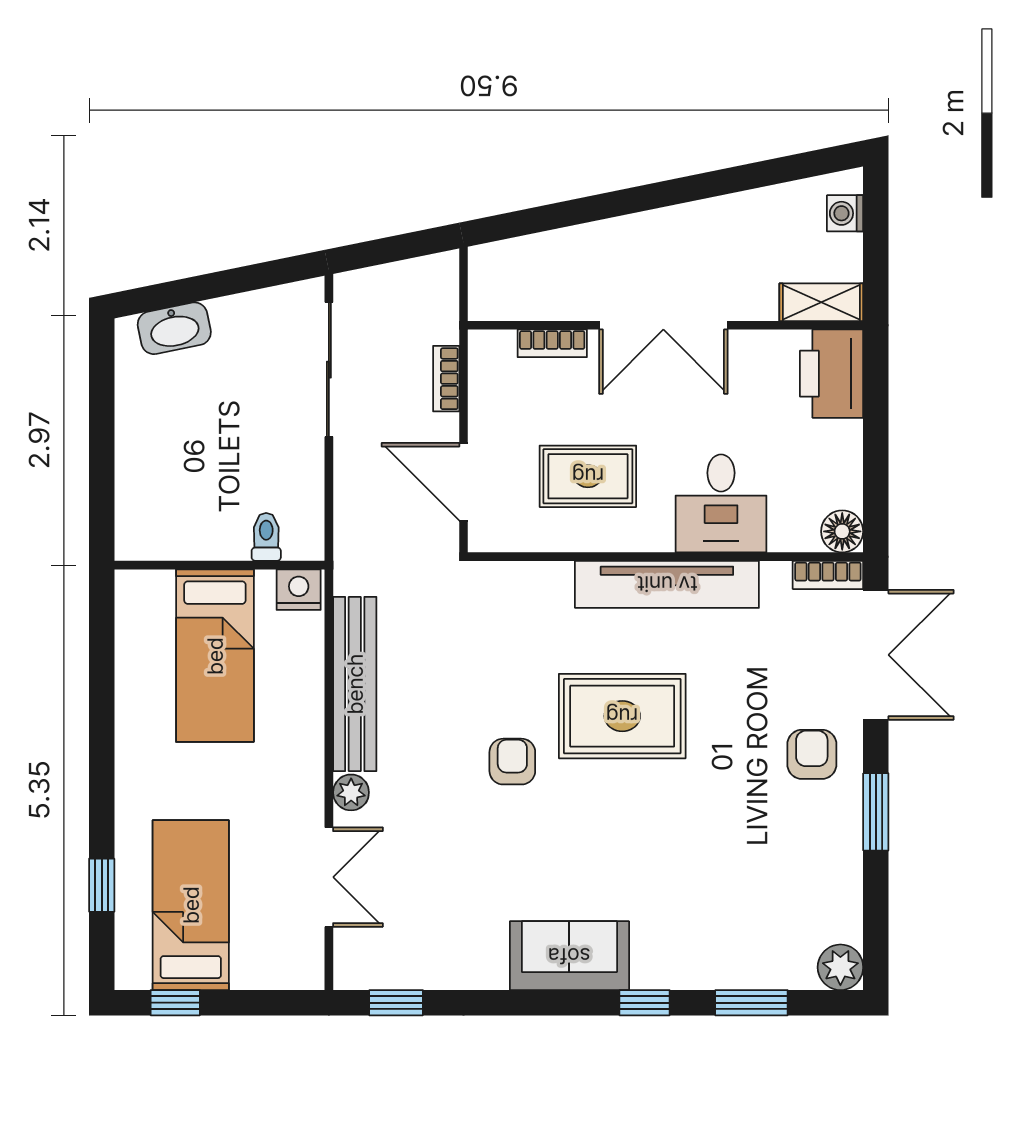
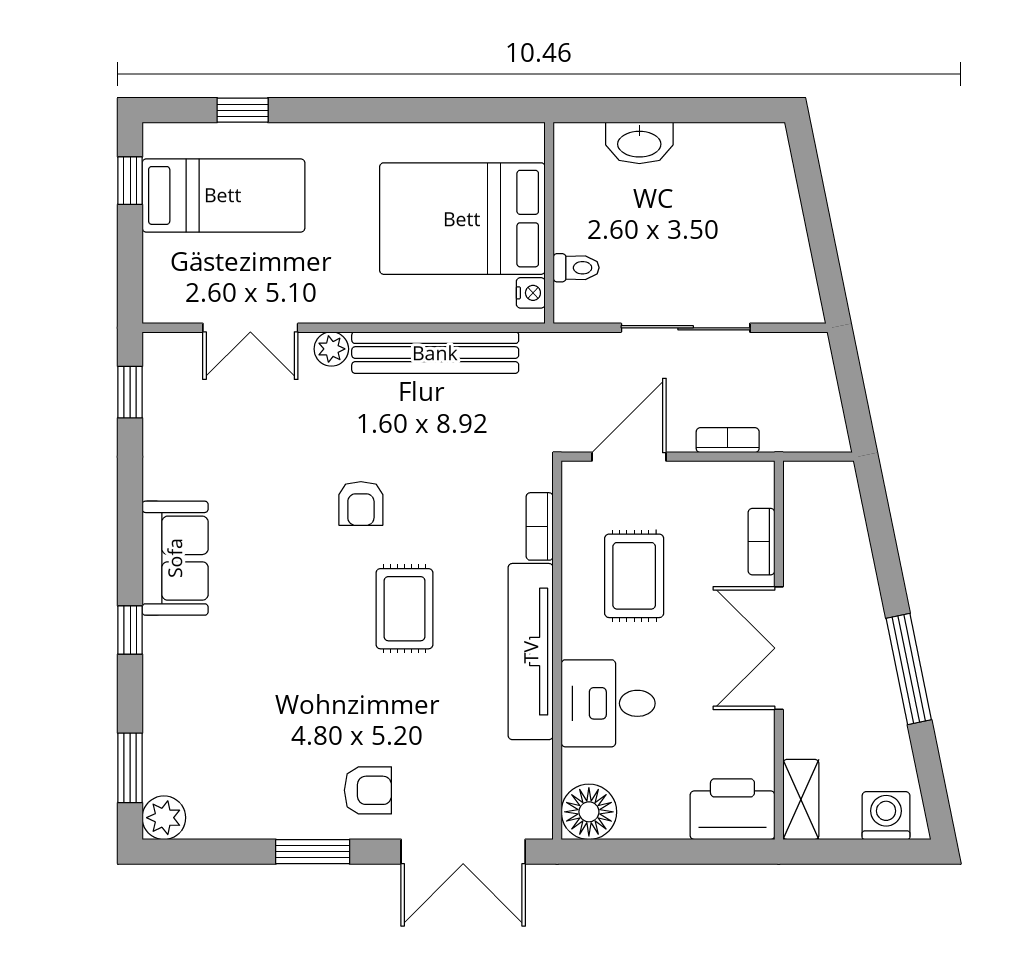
window: (685, 190) -> (909, 669), added
washing machine: (845, 213) -> (886, 816), width x1.38, depth x1.38
washbasin: (174, 328) -> (639, 143), moved, turned -79
sliding door: (329, 370) -> (686, 328), moved
floor lamp: (842, 531) -> (589, 812), width x1.38, depth x1.38
bookcase: (828, 575) -> (540, 526), moved
nightstand: (299, 590) -> (531, 293), width x0.72, depth x0.74
bed: (215, 656) -> (462, 219), width x1.50
rug: (622, 716) -> (404, 609), width x0.73, depth x0.70
armchair: (512, 762) -> (361, 503), turned 90
window: (751, 1003) -> (130, 768), moved

